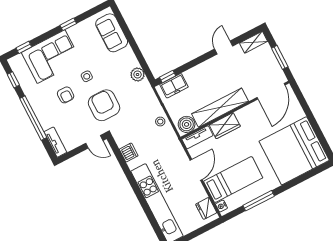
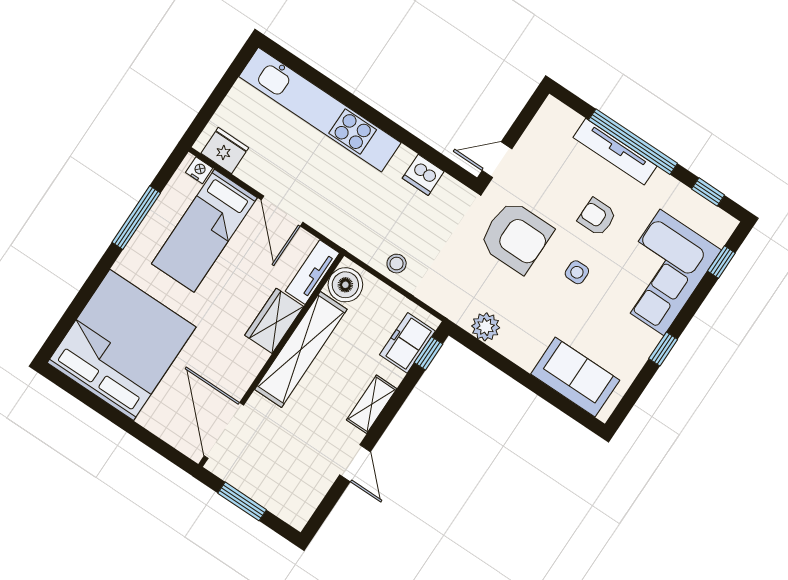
shelving: (254, 42) -> (372, 404), moved
tv unit: (55, 142) -> (615, 152), moved, width x1.41

